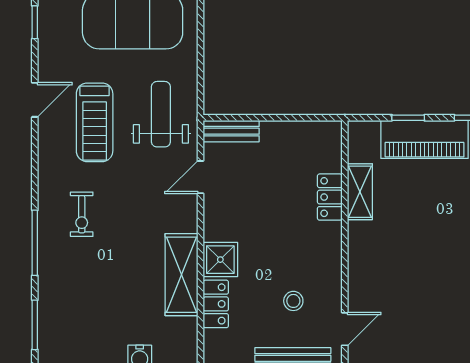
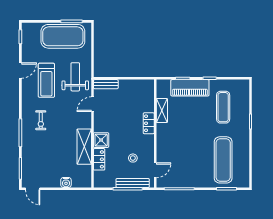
locker: (330, 197) -> (149, 123), moved

